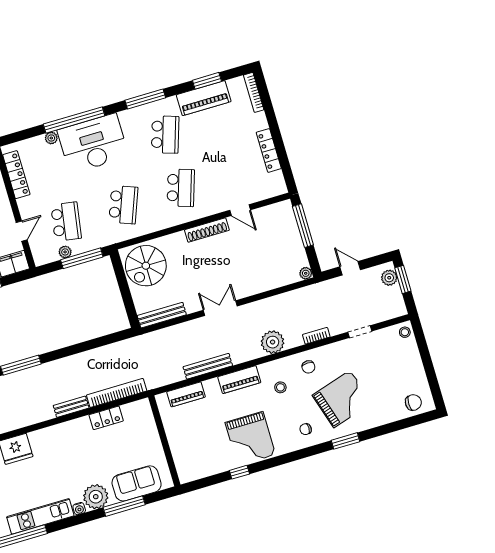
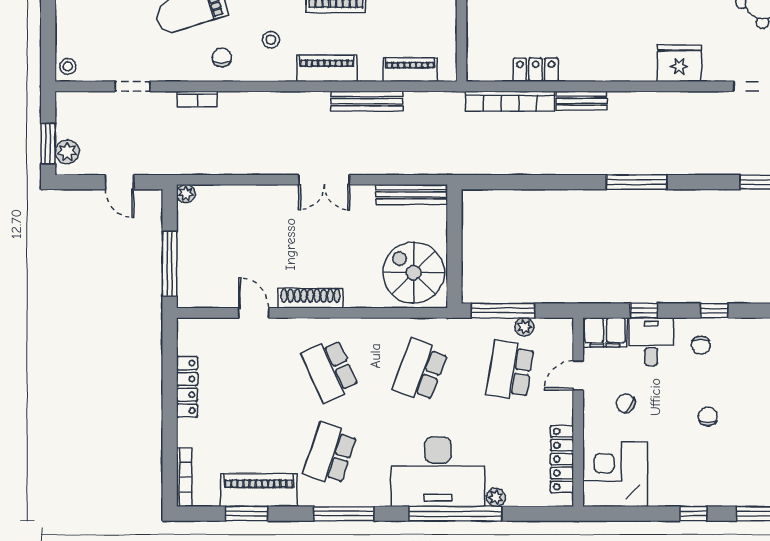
school desk: (181, 188) -> (330, 370), turned -42
spiral stairs: (146, 266) -> (414, 273), turned -90
plant: (273, 342) -> (263, 109), removed

